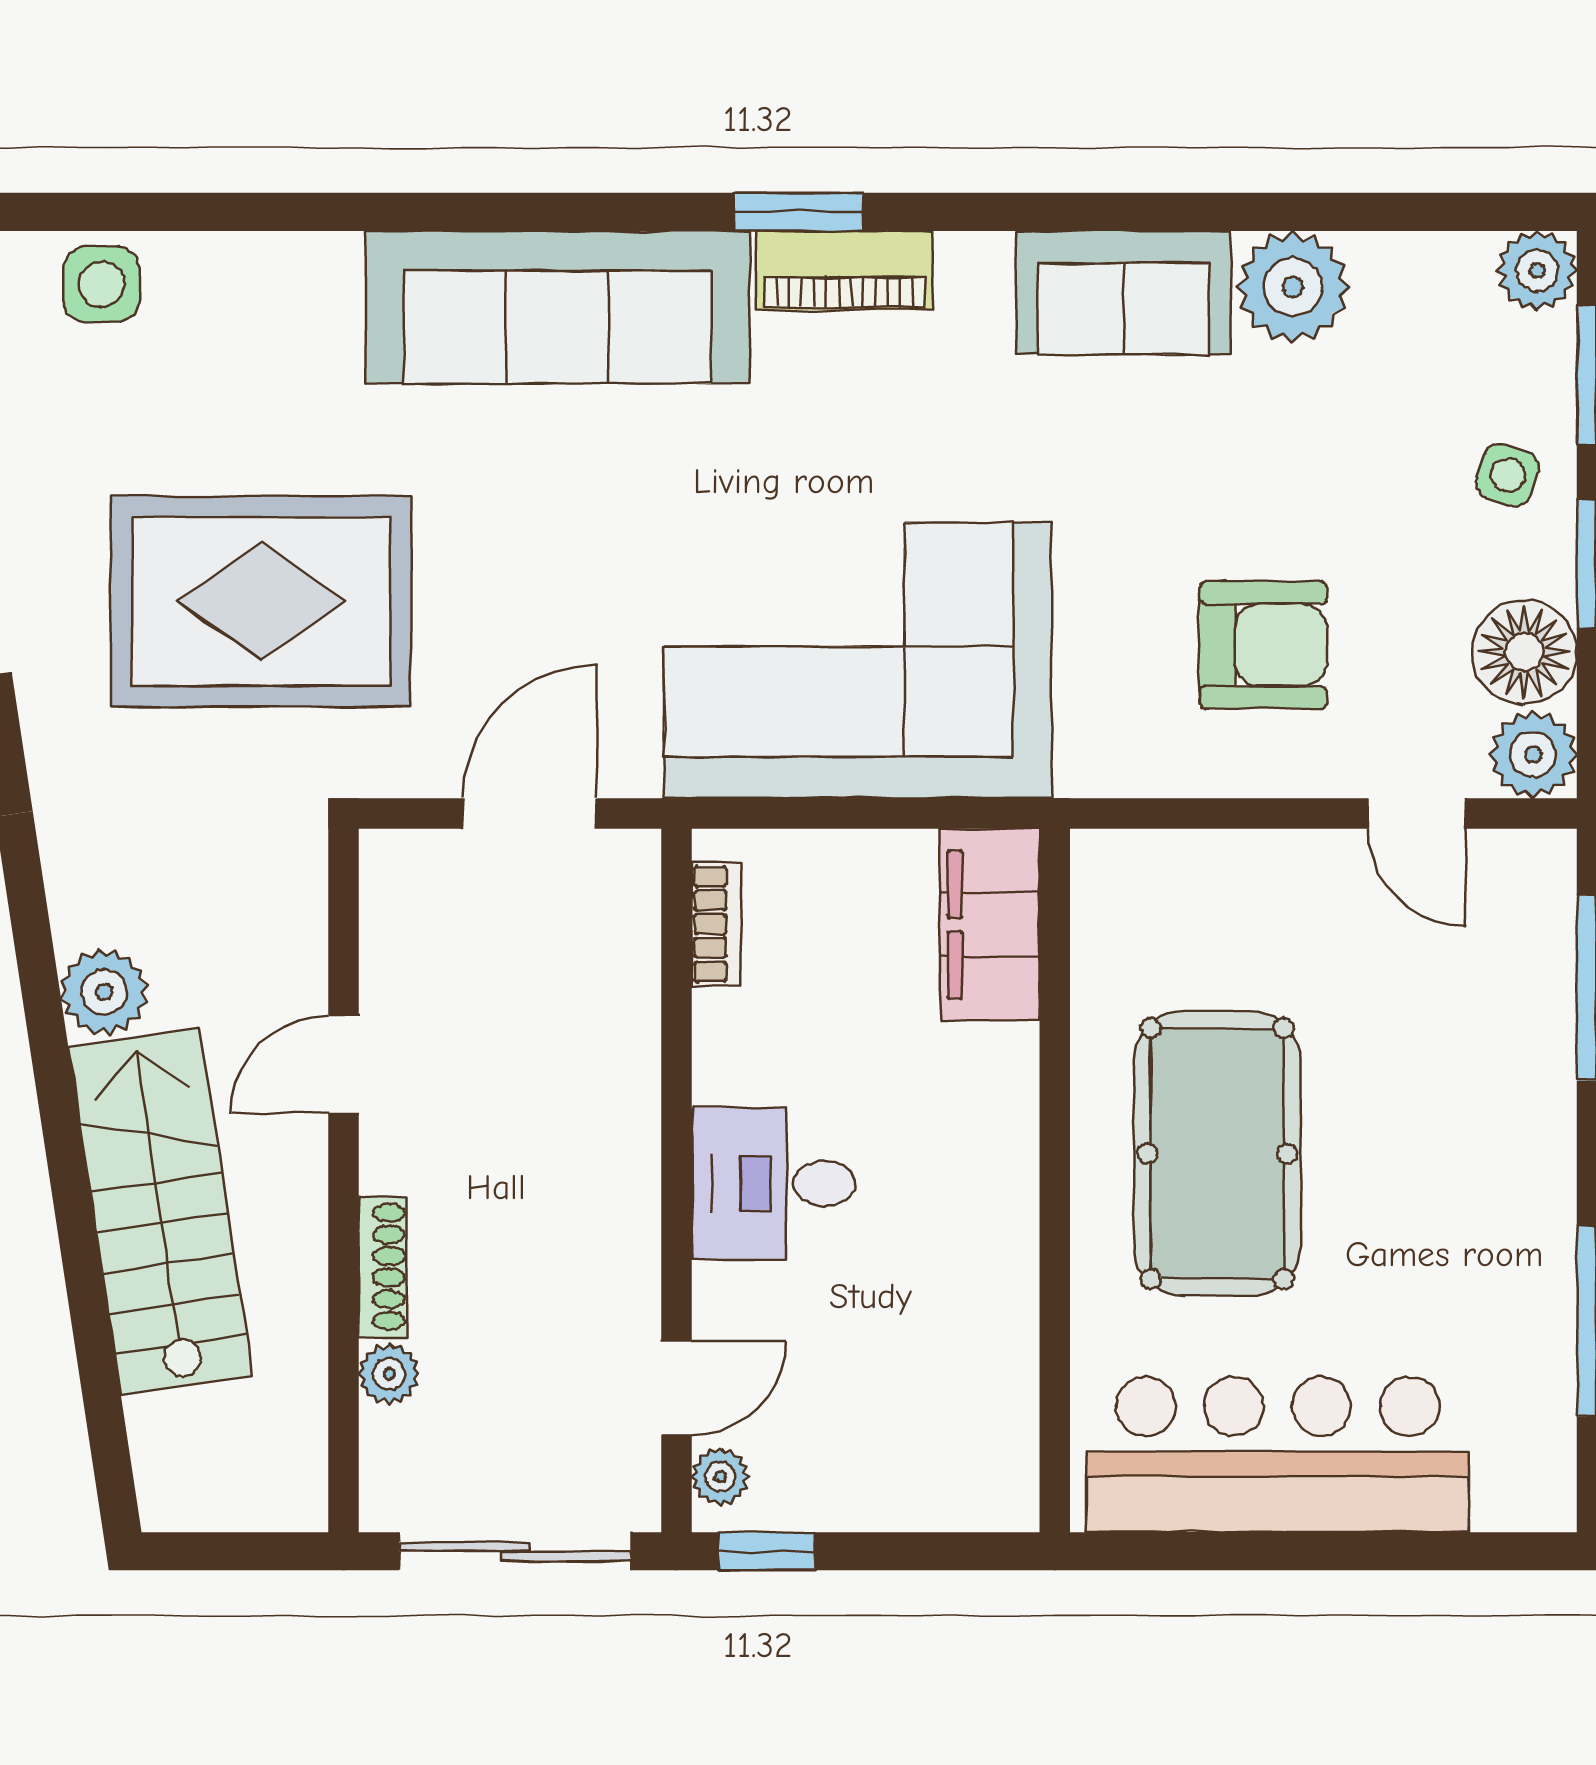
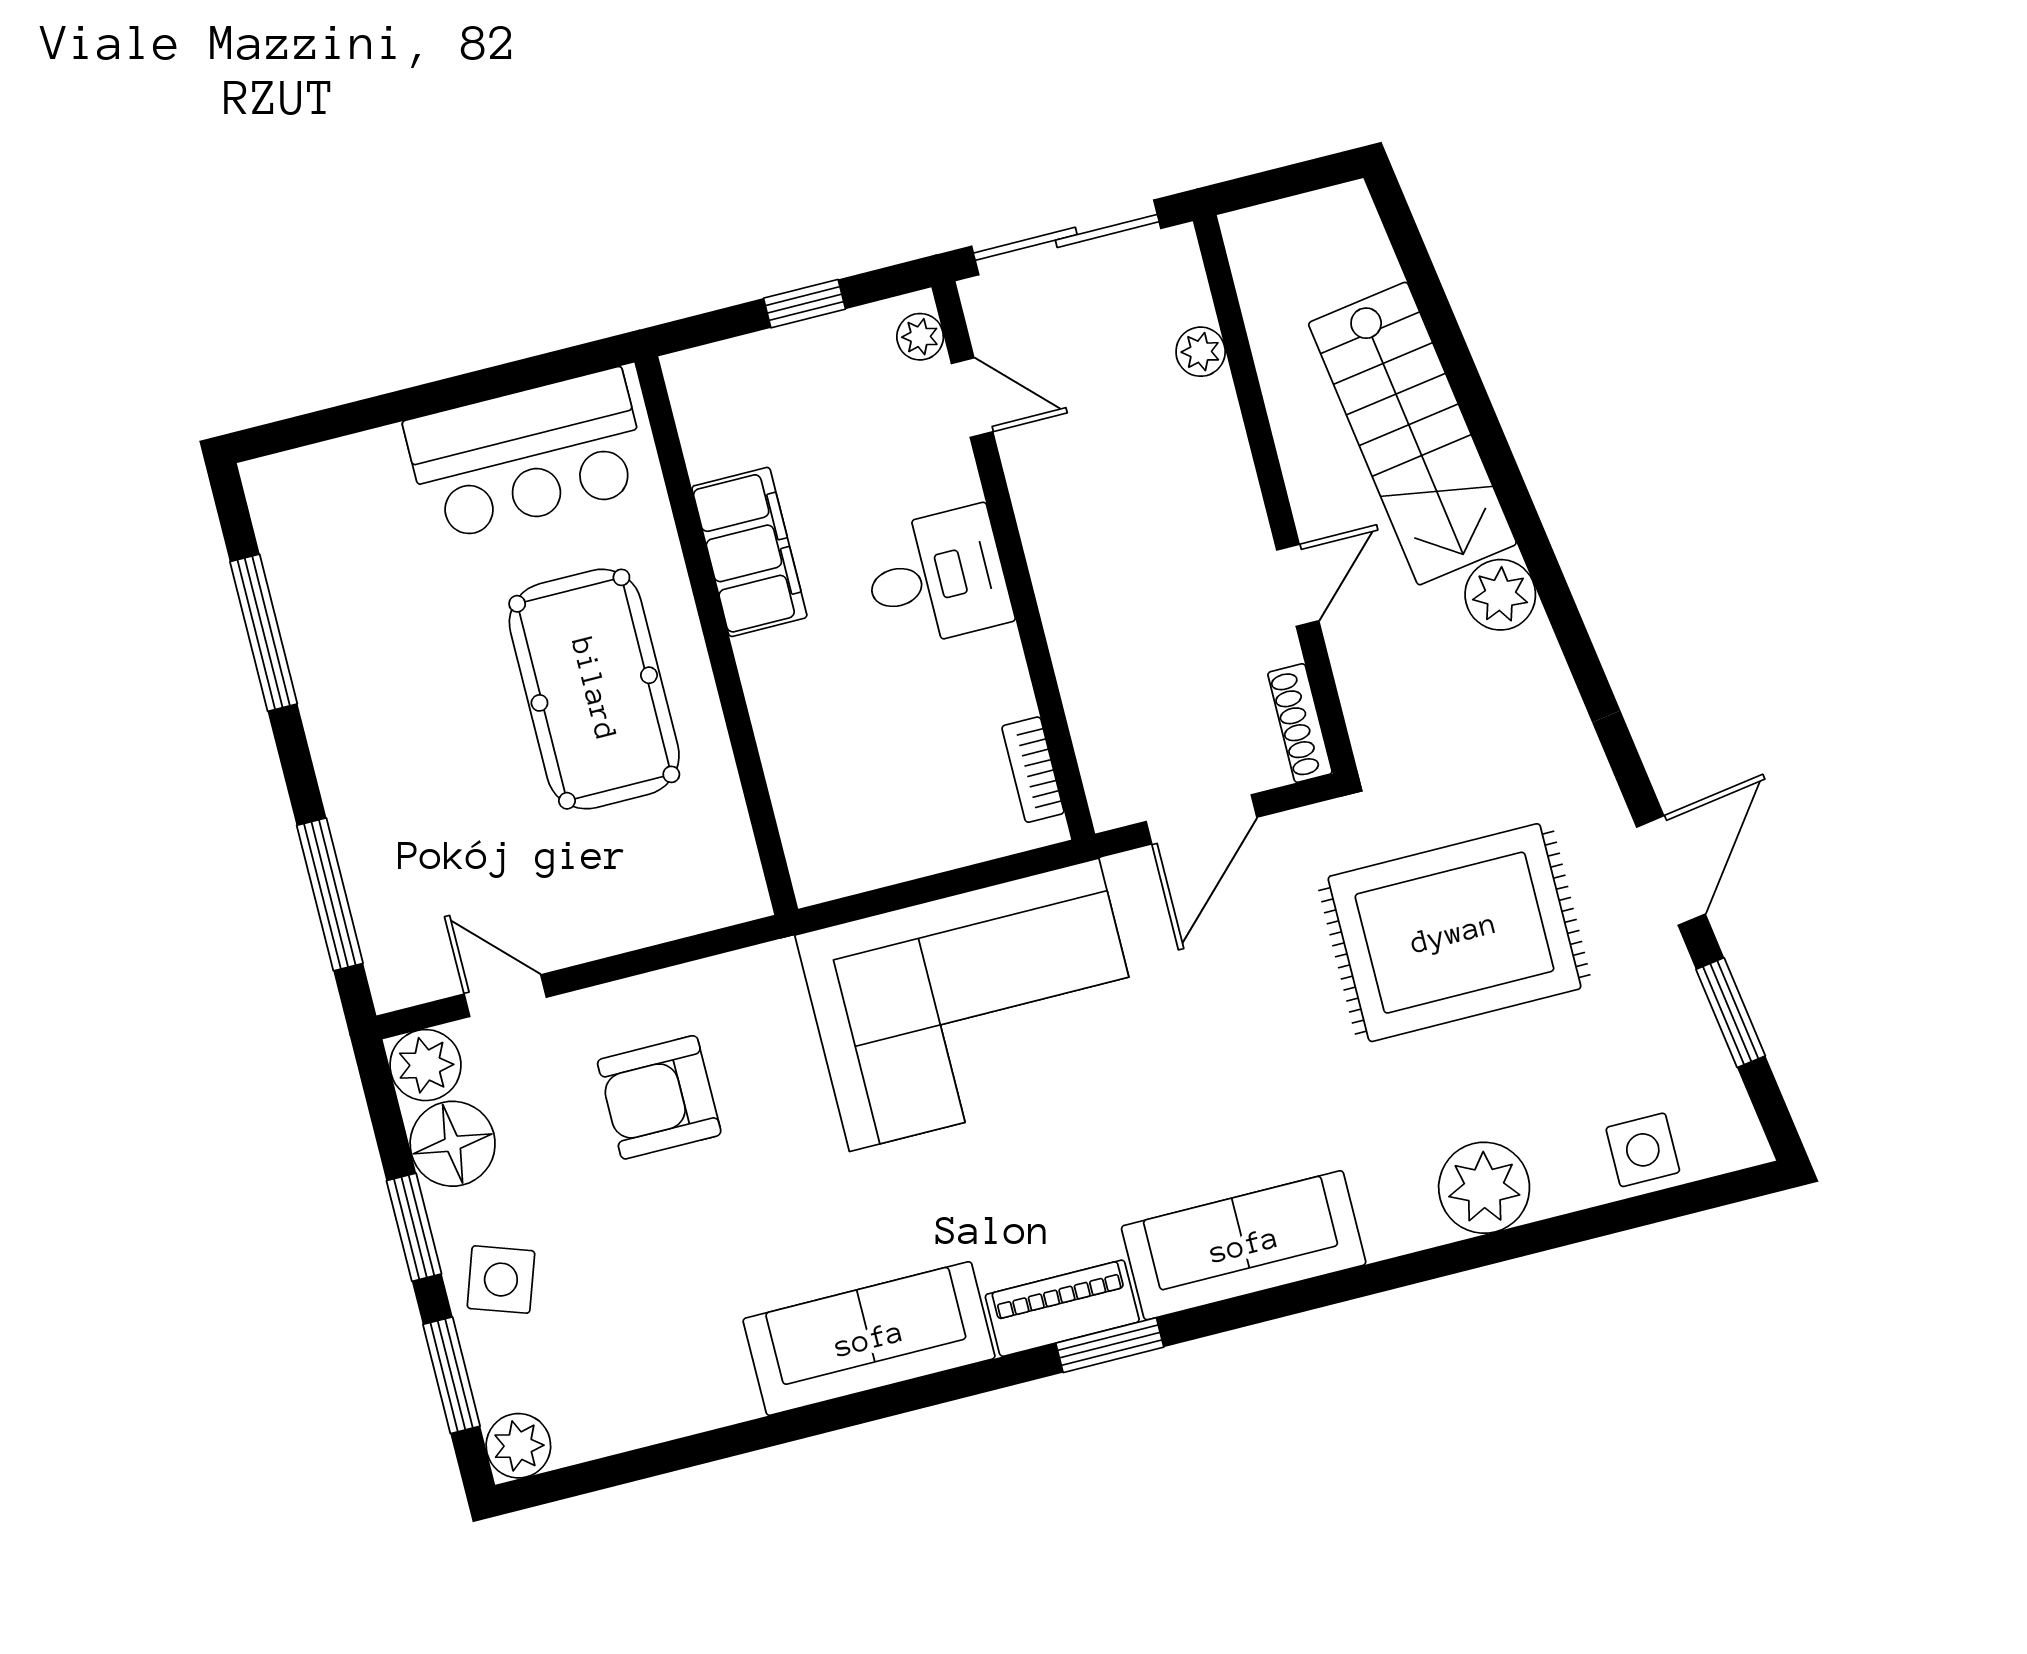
plant: (1293, 287) -> (1484, 1188), moved
sofa: (1124, 293) -> (869, 1339), width x1.36
sofa: (557, 307) -> (1244, 1245), width x0.74, depth x0.79
side table: (1508, 475) -> (501, 1280), width x1.37, depth x1.37
filing cabinet: (990, 925) -> (749, 552), moved
shoe rack: (383, 1267) -> (1300, 723), moved
door: (676, 1388) -> (972, 398), swing flipped
bar counter: (1278, 1455) -> (527, 455), width x0.73
window: (767, 1551) -> (805, 304), moved

